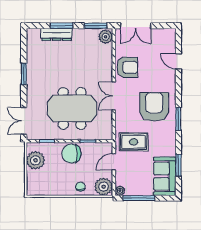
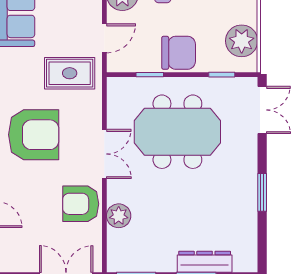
plant: (106, 37) -> (119, 216), moved
armchair: (154, 107) -> (34, 135), turned -90

